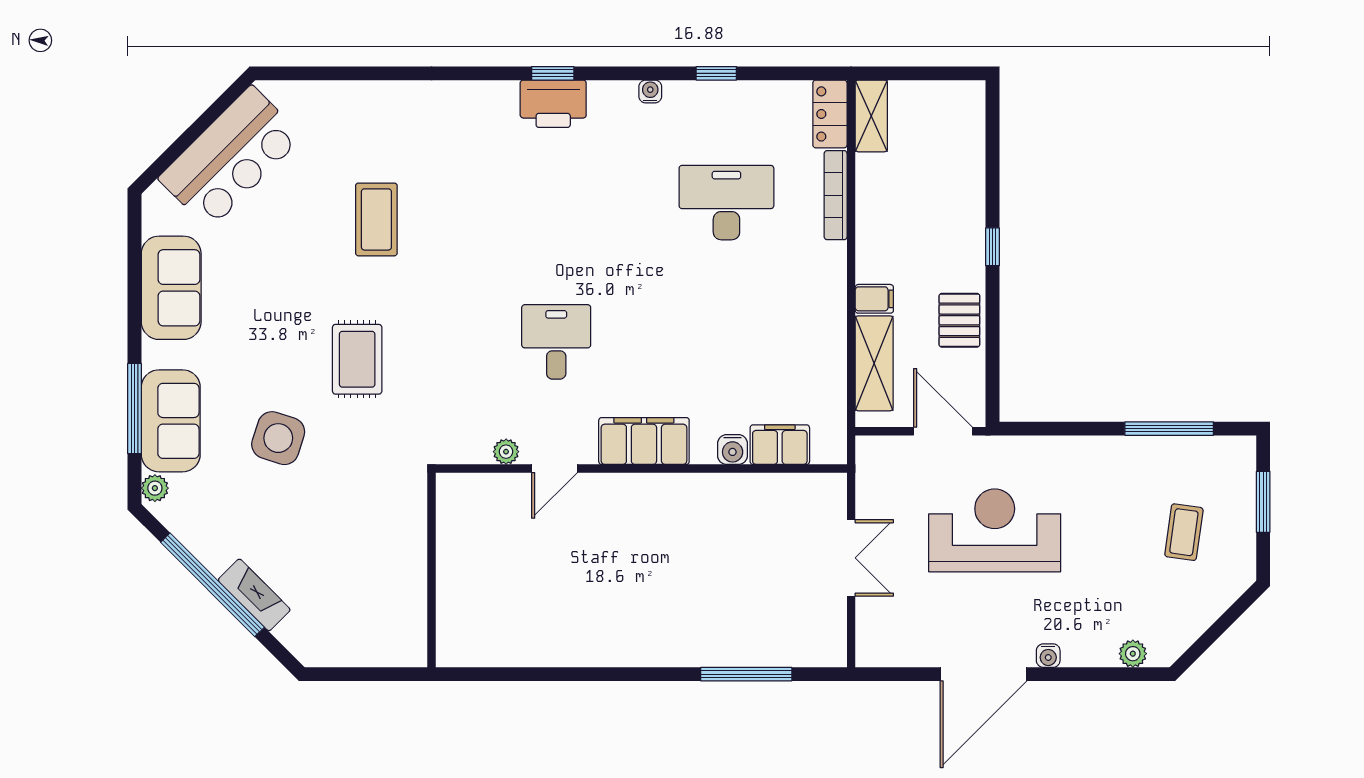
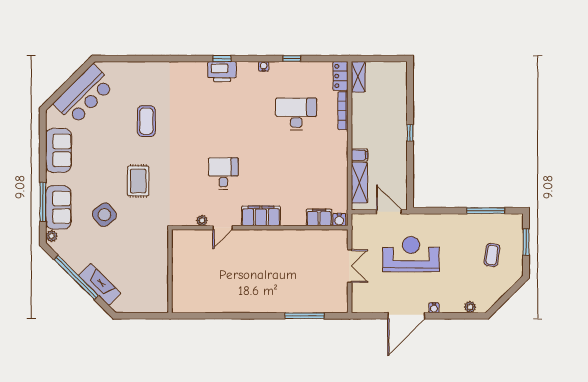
pallet: (959, 320) -> (396, 164), removed
side table: (278, 438) -> (104, 215), turned 33
water cooler: (733, 450) -> (339, 220), moved
fireplace: (254, 595) -> (100, 284), width x1.37, depth x1.32

